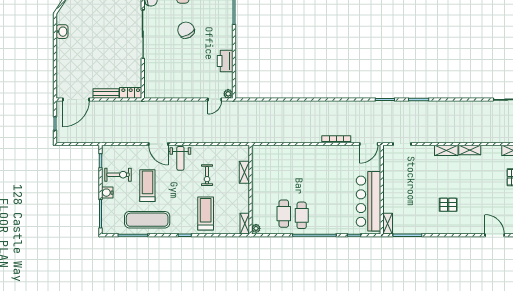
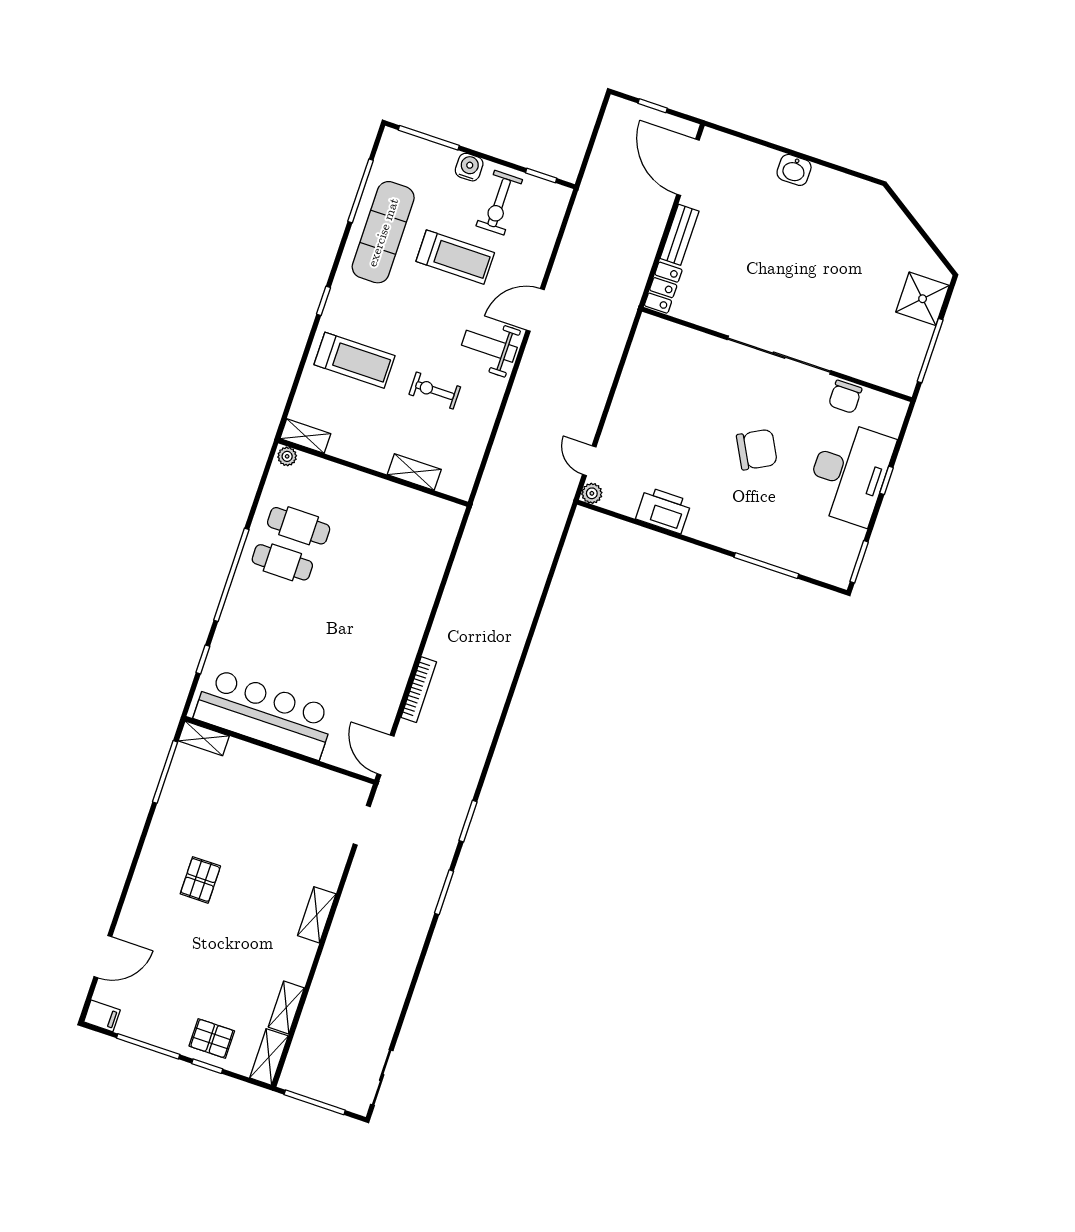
washbasin: (62, 32) -> (794, 170), moved
shelving: (470, 150) -> (286, 1008), moved

